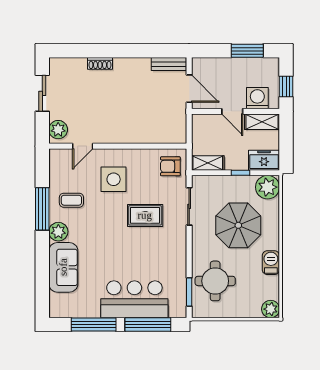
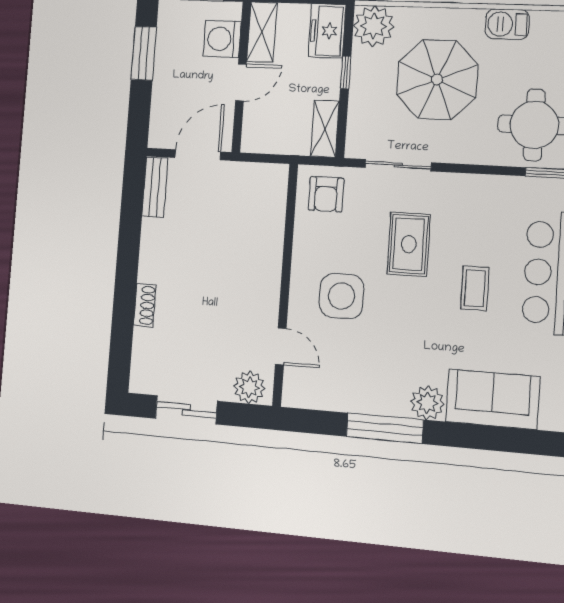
coffee table: (71, 200) -> (475, 288), moved

